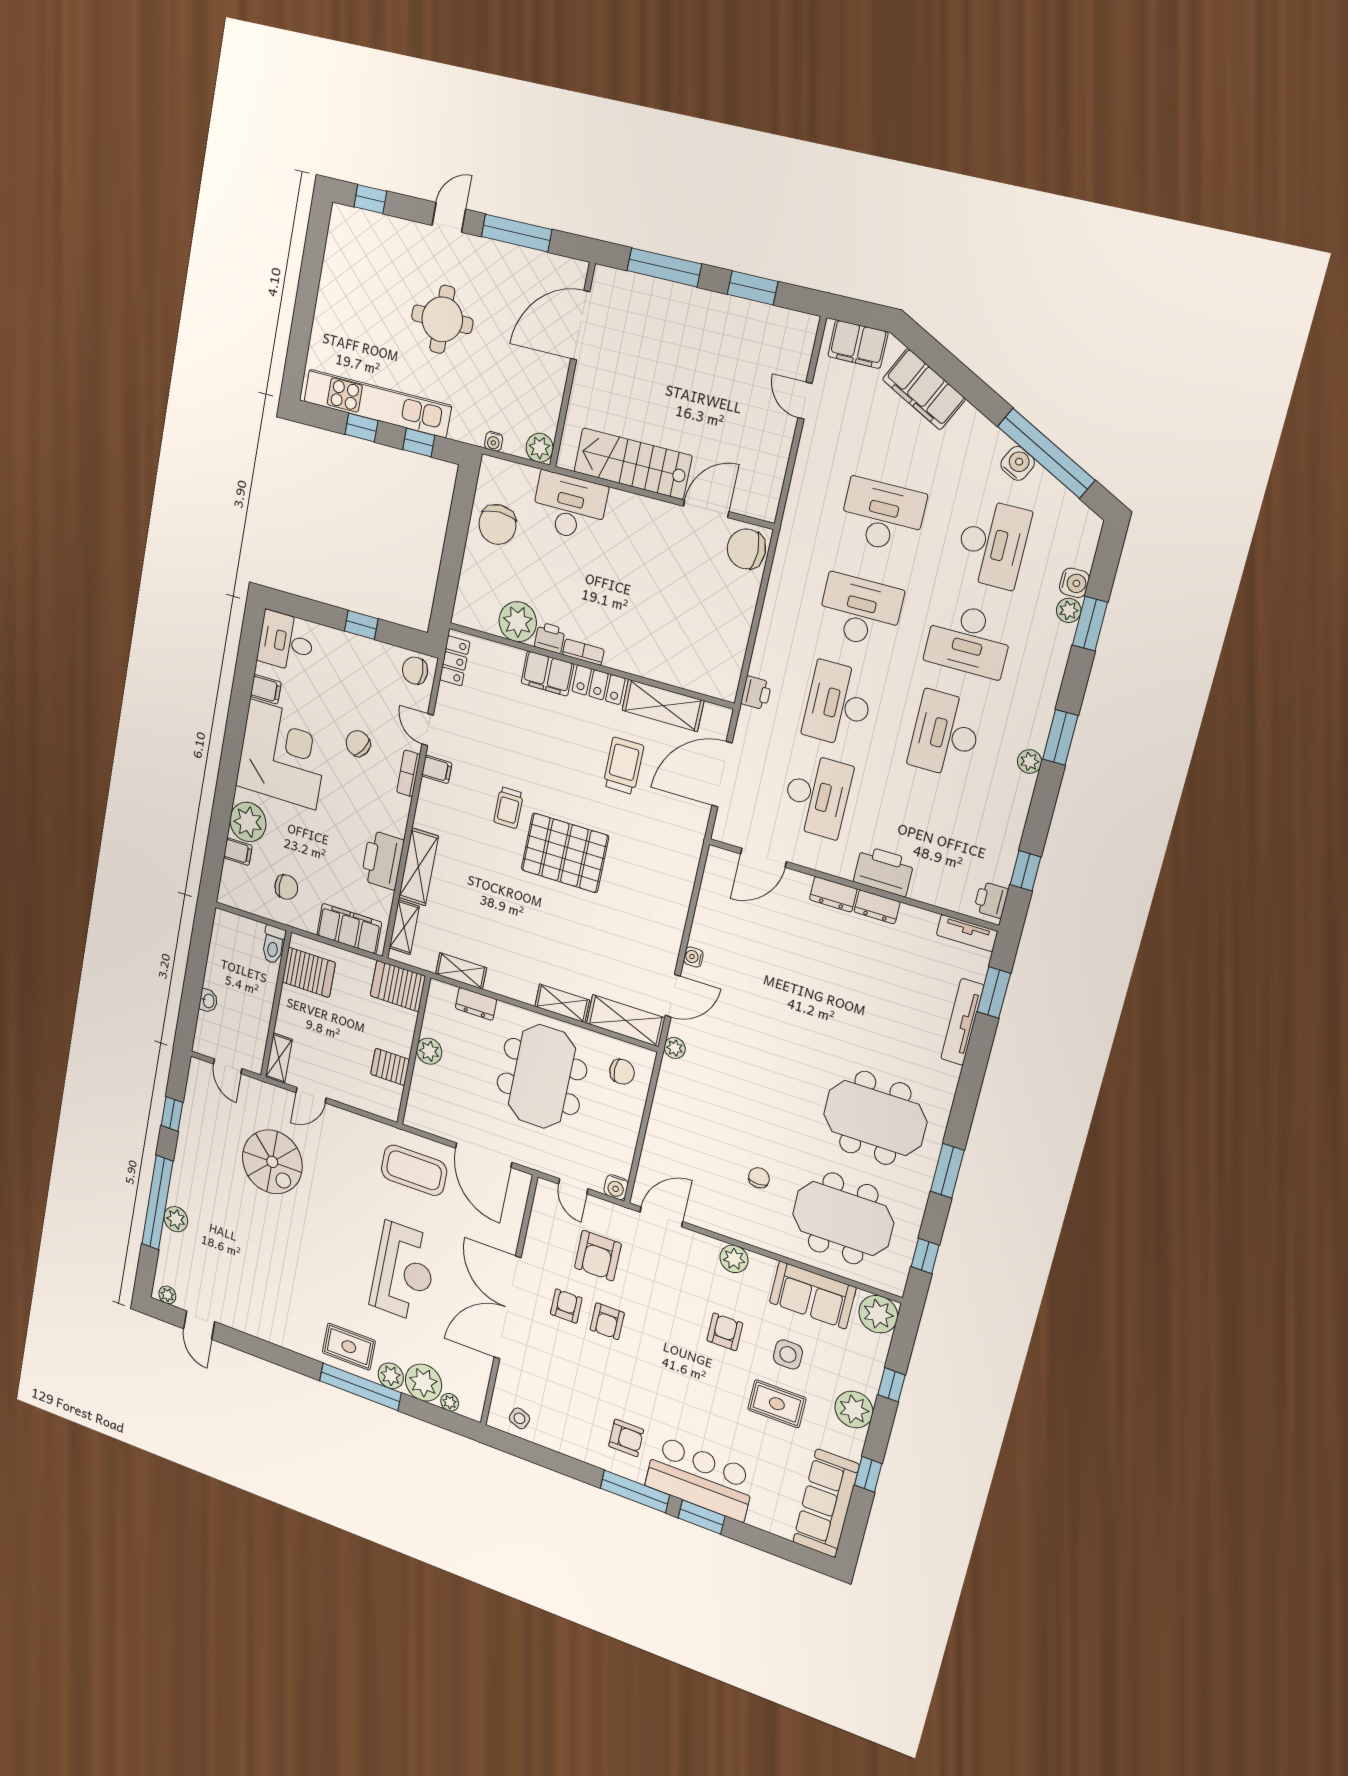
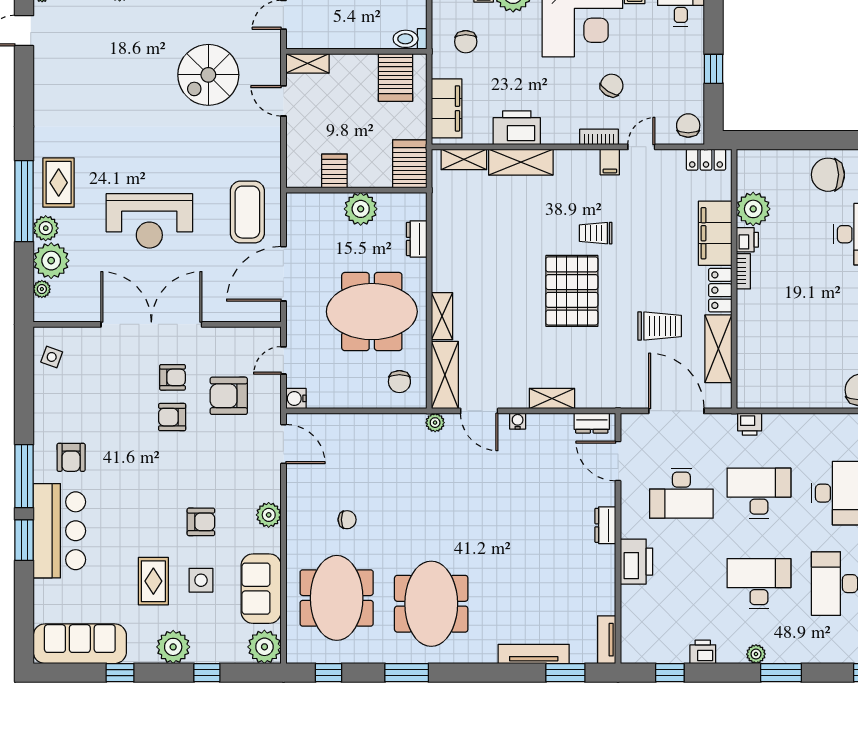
filing cabinet: (547, 673) -> (715, 233), width x1.50, depth x1.17
printer: (991, 900) -> (703, 652), moved
dresser: (877, 907) -> (592, 423), moved, turned -90
shelving: (461, 971) -> (552, 398), moved, turned 90
plant: (429, 1051) -> (361, 209), width x1.36, depth x1.36

